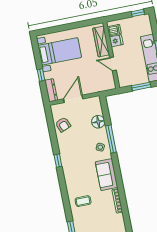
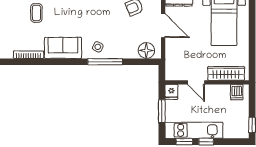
fridge: (116, 41) -> (171, 92), moved
door: (113, 64) -> (196, 82), swing flipped
floor lamp: (98, 122) -> (146, 50), moved

